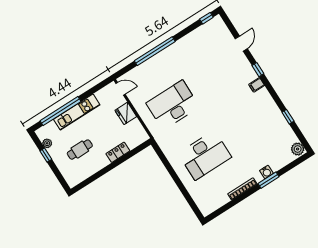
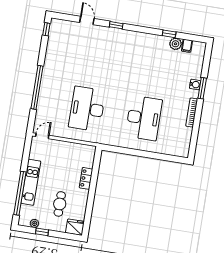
filing cabinet: (257, 85) -> (187, 46), moved
fridge: (126, 113) -> (75, 227), moved, turned 180
plant: (298, 149) -> (175, 44), moved

